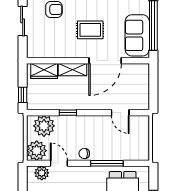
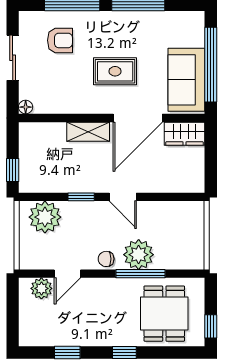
floor lamp: (31, 53) -> (26, 107), added
wardrobe: (44, 71) -> (185, 134), moved
door: (120, 113) -> (123, 197), moved
plant: (37, 151) -> (139, 255), moved
door: (59, 163) -> (67, 274), swing flipped

